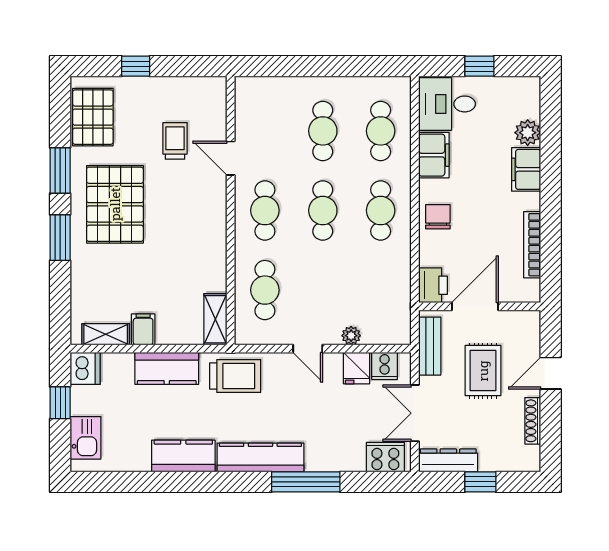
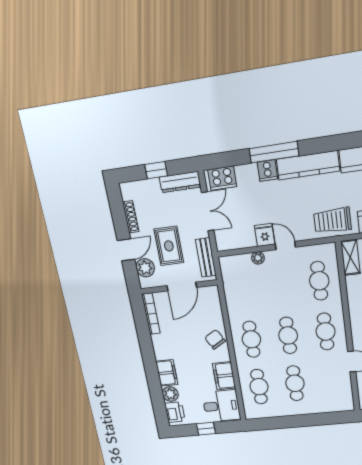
chair: (438, 217) -> (215, 339), turned 150
bookcase: (532, 245) -> (151, 314), moved
printer: (433, 285) -> (175, 412), moved, turned 180
plant: (526, 342) -> (145, 268), added
cooker: (385, 366) -> (267, 171), moved, turned 180
fridge: (357, 368) -> (265, 235), moved

